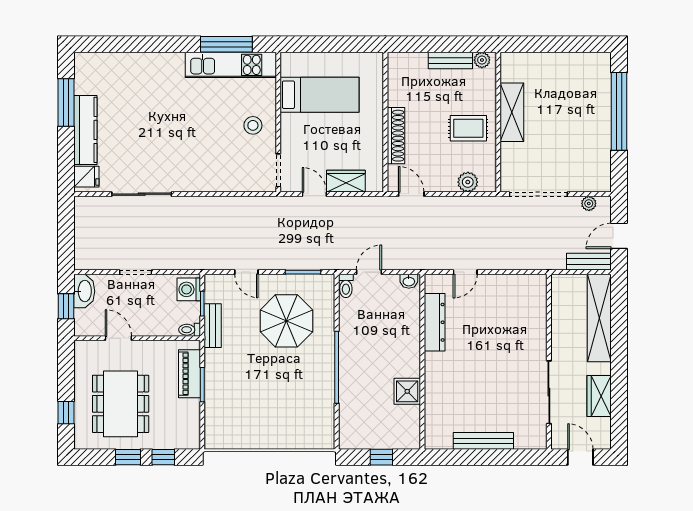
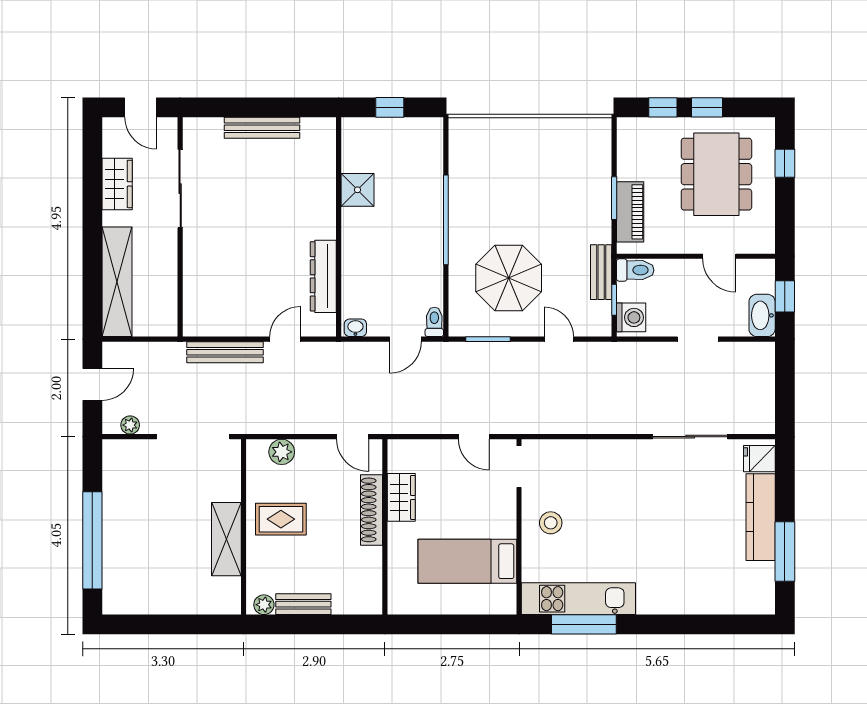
wardrobe: (346, 181) -> (401, 497), moved, turned -90
bench: (589, 262) -> (225, 352), moved, width x1.36
toilet: (190, 330) -> (635, 270), width x1.37, depth x1.39

